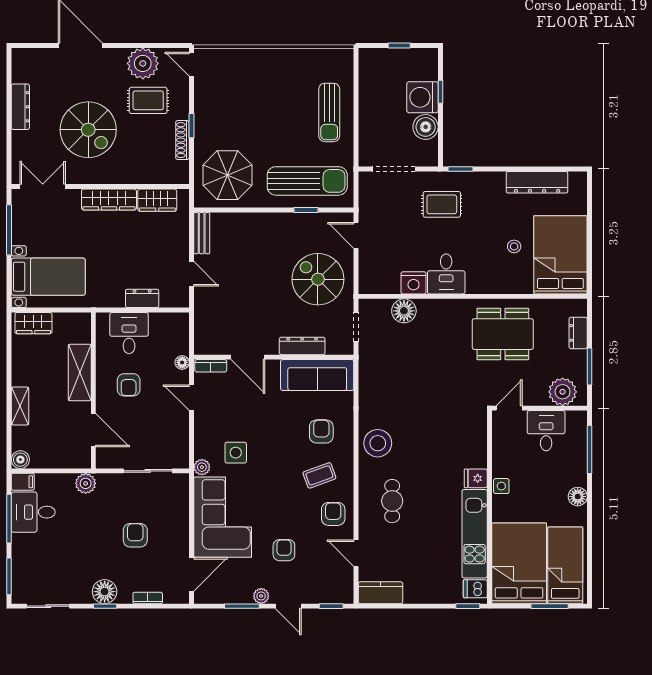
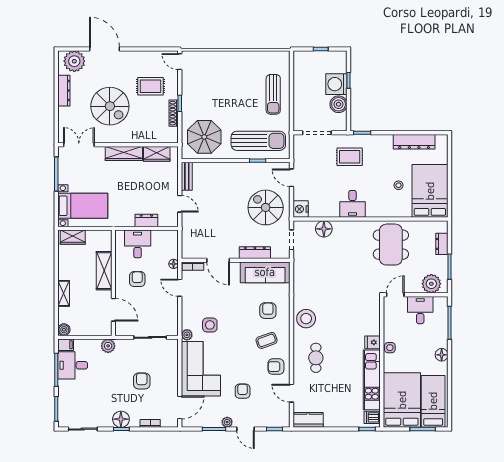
plant: (143, 63) -> (74, 61), moved
nightstand: (414, 283) -> (301, 209), moved, turned 90
dining table: (503, 334) -> (391, 245), turned 90
armchair: (129, 385) -> (137, 279), turned 180
armchair: (333, 514) -> (276, 367), turned -90

